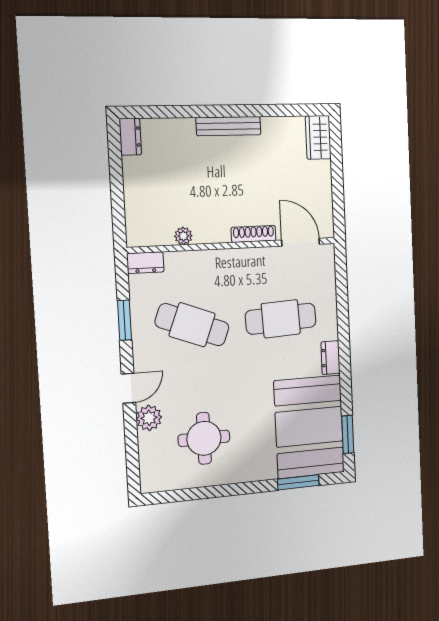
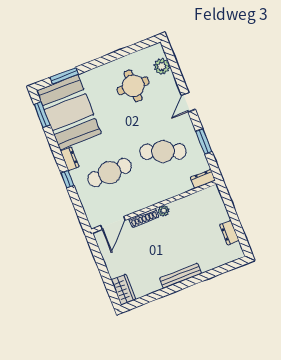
dresser: (130, 137) -> (229, 233), moved
plant: (183, 236) -> (164, 211), moved
door: (301, 242) -> (113, 223), hinge flipped
window: (343, 329) -> (67, 179), added
plant: (149, 418) -> (162, 66), moved

